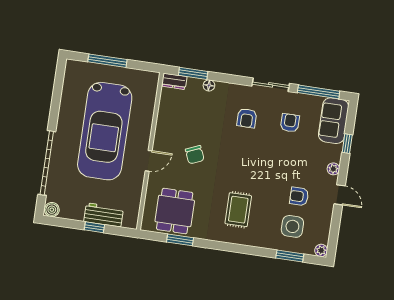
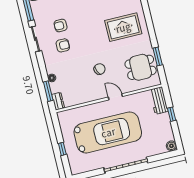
window: (107, 61) -> (62, 149), width x0.46
armchair: (290, 123) -> (61, 25), moved
garage door: (47, 163) -> (126, 165), moved
rug: (238, 210) -> (123, 27), width x1.36, depth x1.43
workbench: (104, 215) -> (159, 101), moved

